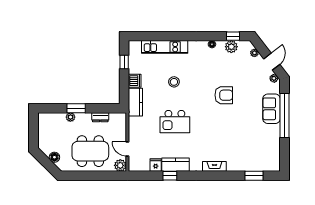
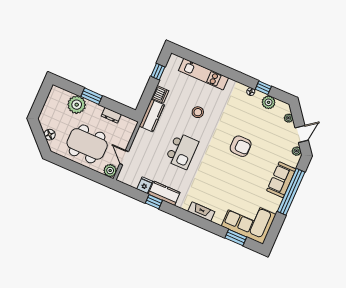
window: (233, 36) -> (263, 88), moved
plant: (70, 117) -> (77, 105), width x1.88, depth x1.88
kitchen island: (175, 122) -> (182, 151), turned -90
corner sofa: (259, 156) -> (249, 220), added

